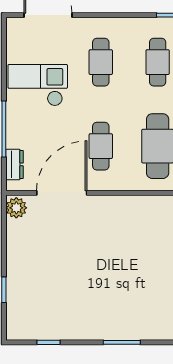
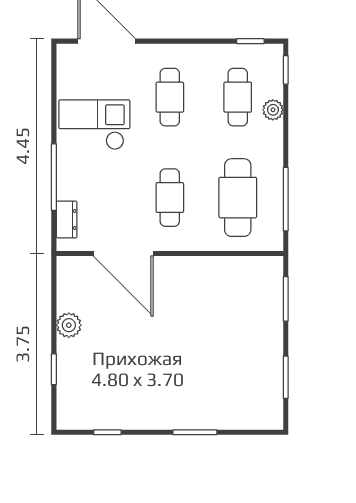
door: (62, 193) -> (123, 254), swing flipped
plant: (16, 208) -> (69, 325), moved

